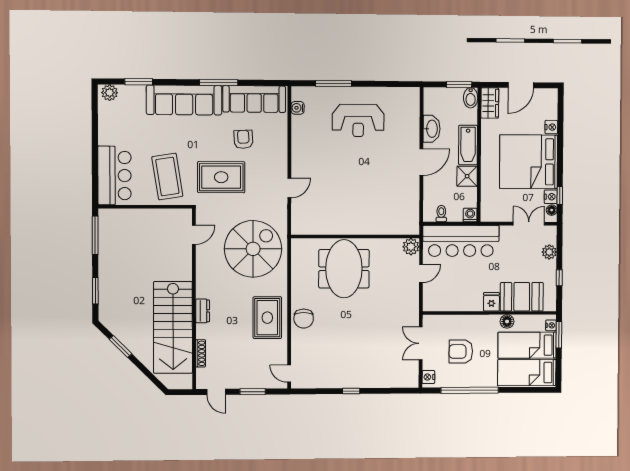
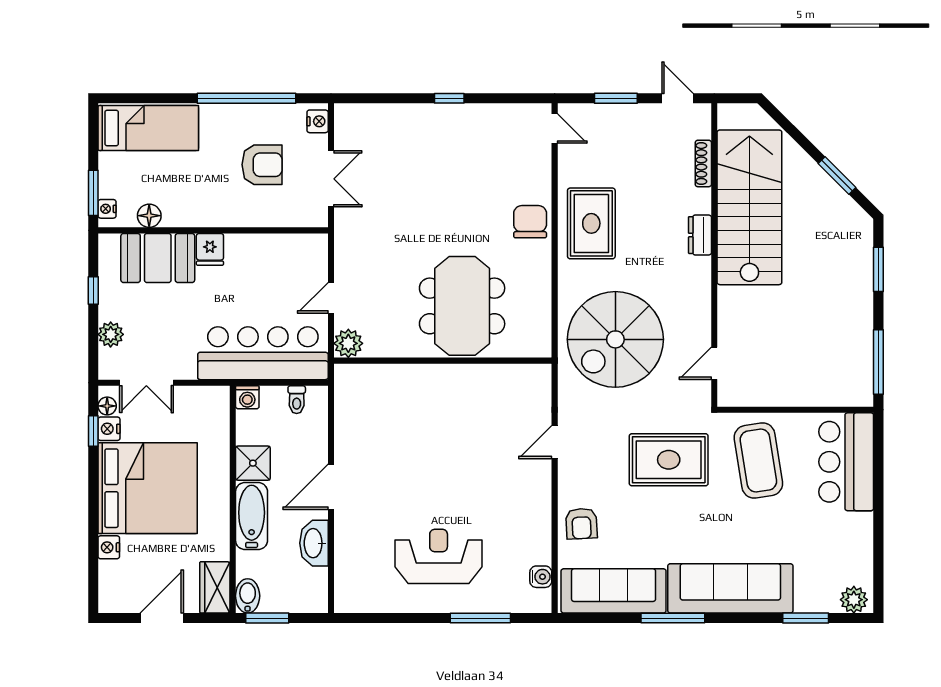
armchair: (243, 139) -> (581, 524), moved
floor lamp: (507, 321) -> (149, 216), moved
bed: (527, 345) -> (148, 175), removed

